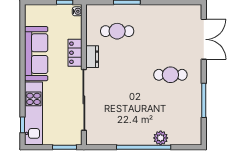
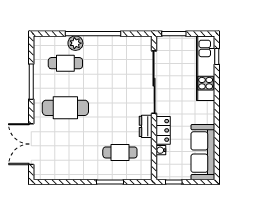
water cooler: (77, 11) -> (161, 150), moved
sofa: (36, 54) -> (203, 152), moved
cafe table: (170, 75) -> (65, 108), width x1.37, depth x1.35
cafe table: (170, 118) -> (65, 63), added

